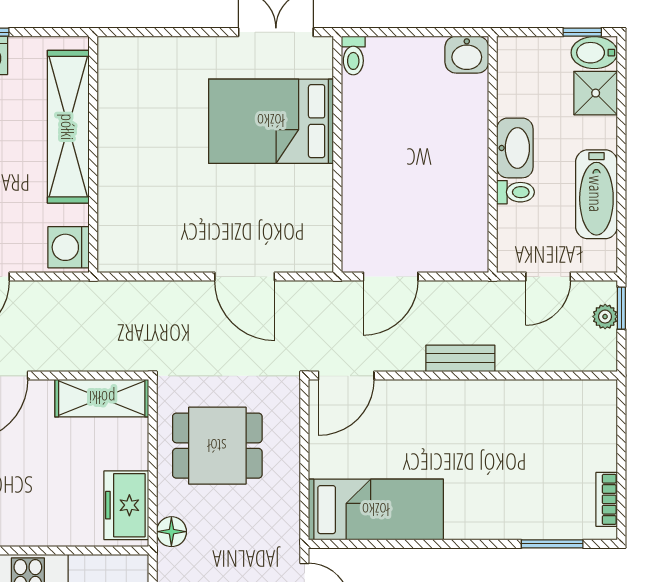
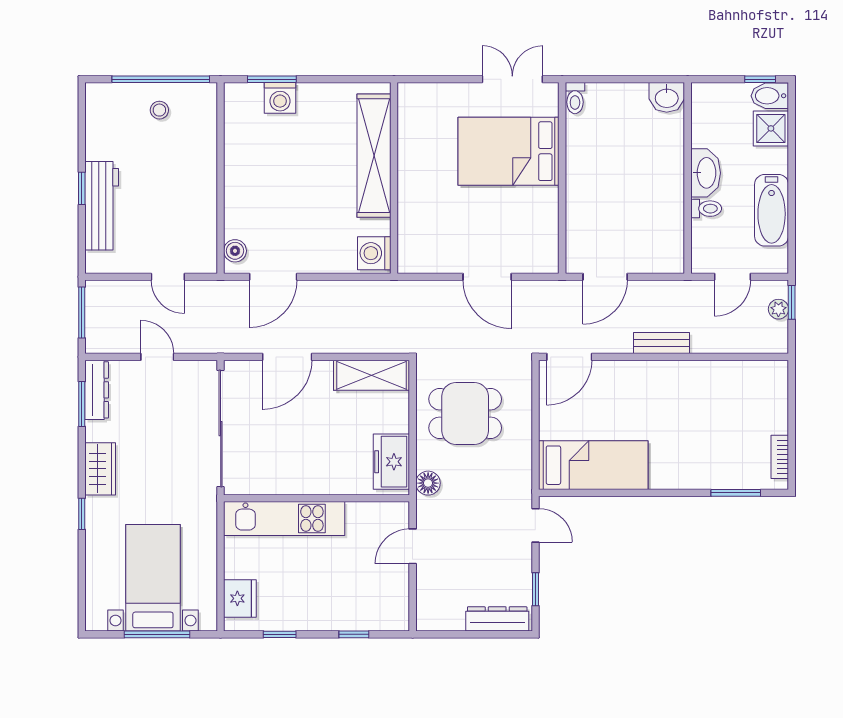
shelving: (68, 127) -> (374, 156), moved
wall: (93, 154) -> (394, 178), moved
washing machine: (69, 247) -> (374, 253), moved

